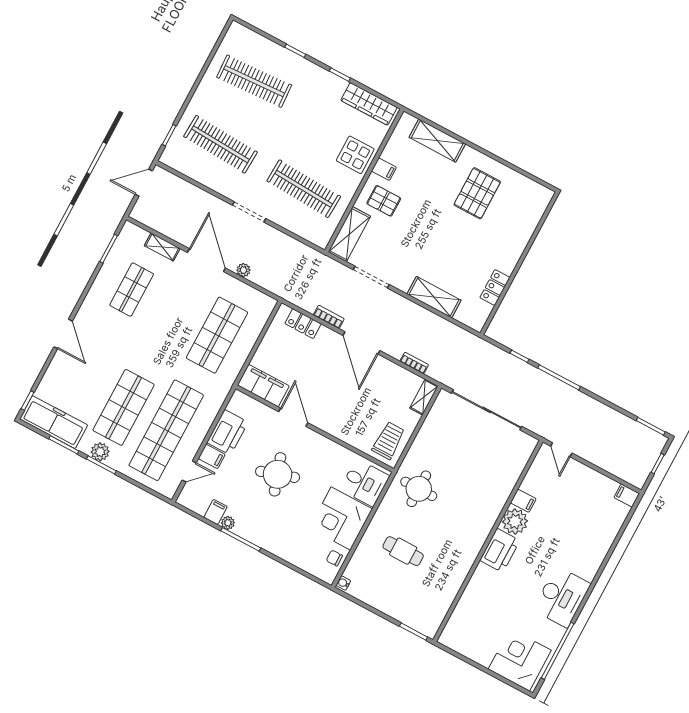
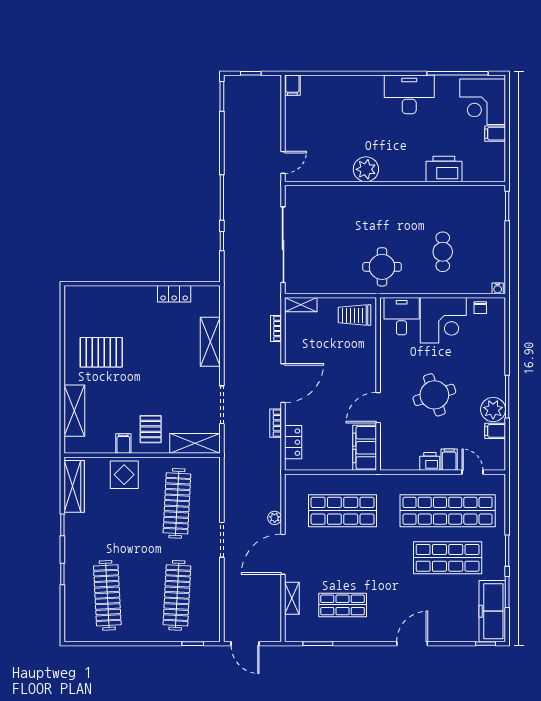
printer: (227, 432) -> (430, 461), width x0.53, depth x0.68
plant: (100, 452) -> (496, 558), removed
filing cabinet: (523, 501) -> (495, 134), moved, turned -90
plant: (228, 523) -> (493, 410), width x1.88, depth x1.88
printer: (500, 550) -> (444, 169), moved

